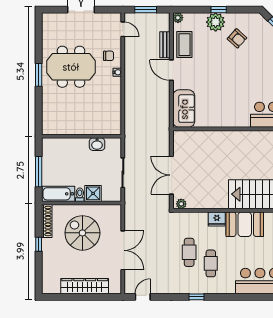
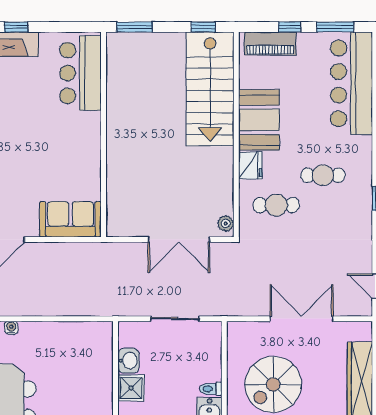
shower: (93, 193) -> (131, 388), moved
cafe table: (189, 252) -> (276, 205), moved

